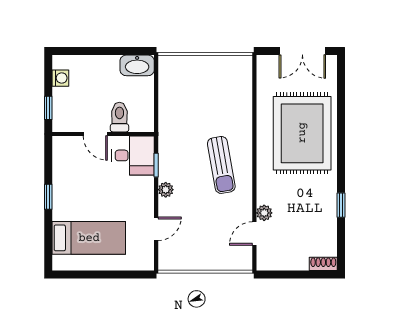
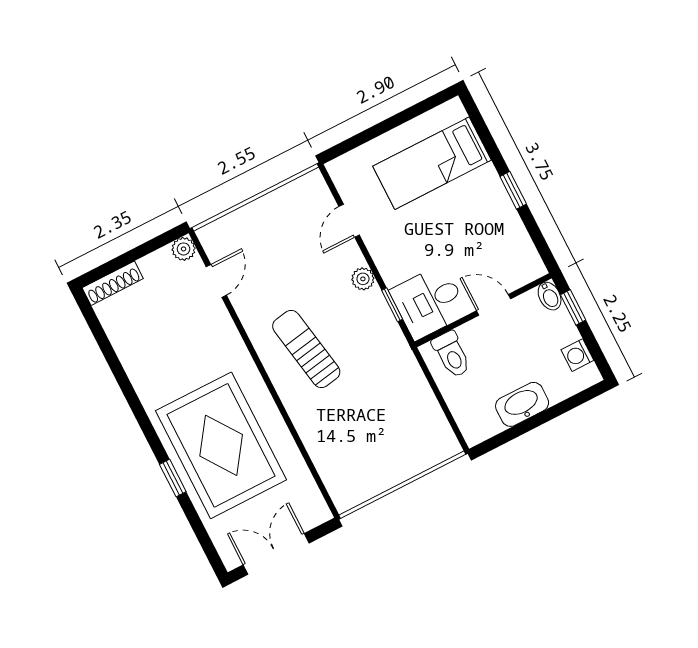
washbasin: (137, 65) -> (522, 404), moved
toilet: (119, 117) -> (452, 354), moved
bidet: (59, 122) -> (550, 296), added
window: (341, 205) -> (173, 478), moved
plant: (264, 213) -> (184, 249), moved
shoe rack: (323, 264) -> (113, 283), width x1.43

